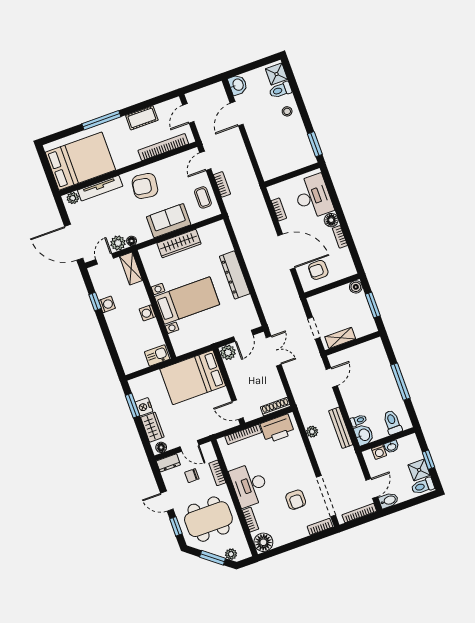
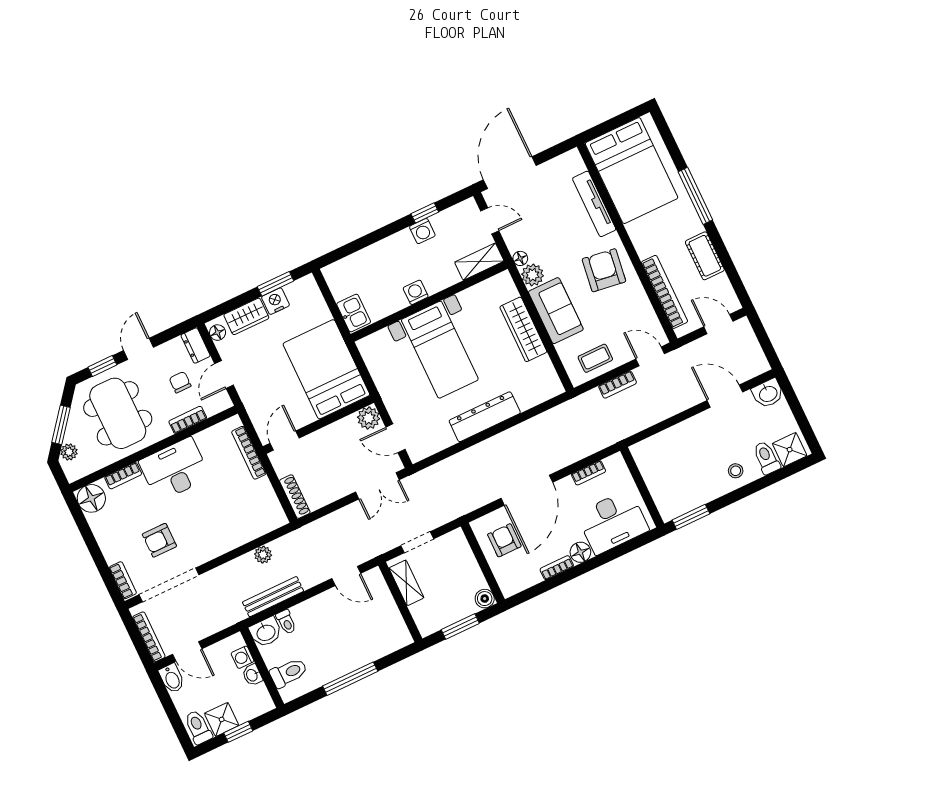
plant: (73, 198) -> (575, 165), removed
plant: (118, 243) -> (533, 275), moved
printer: (277, 429) -> (262, 503), removed

